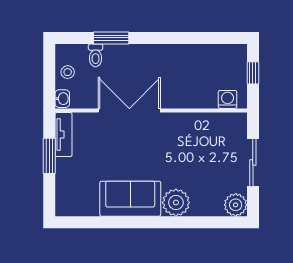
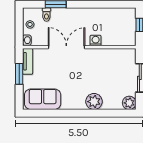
washing machine: (228, 99) -> (96, 41), moved
sofa: (130, 199) -> (43, 99), moved

